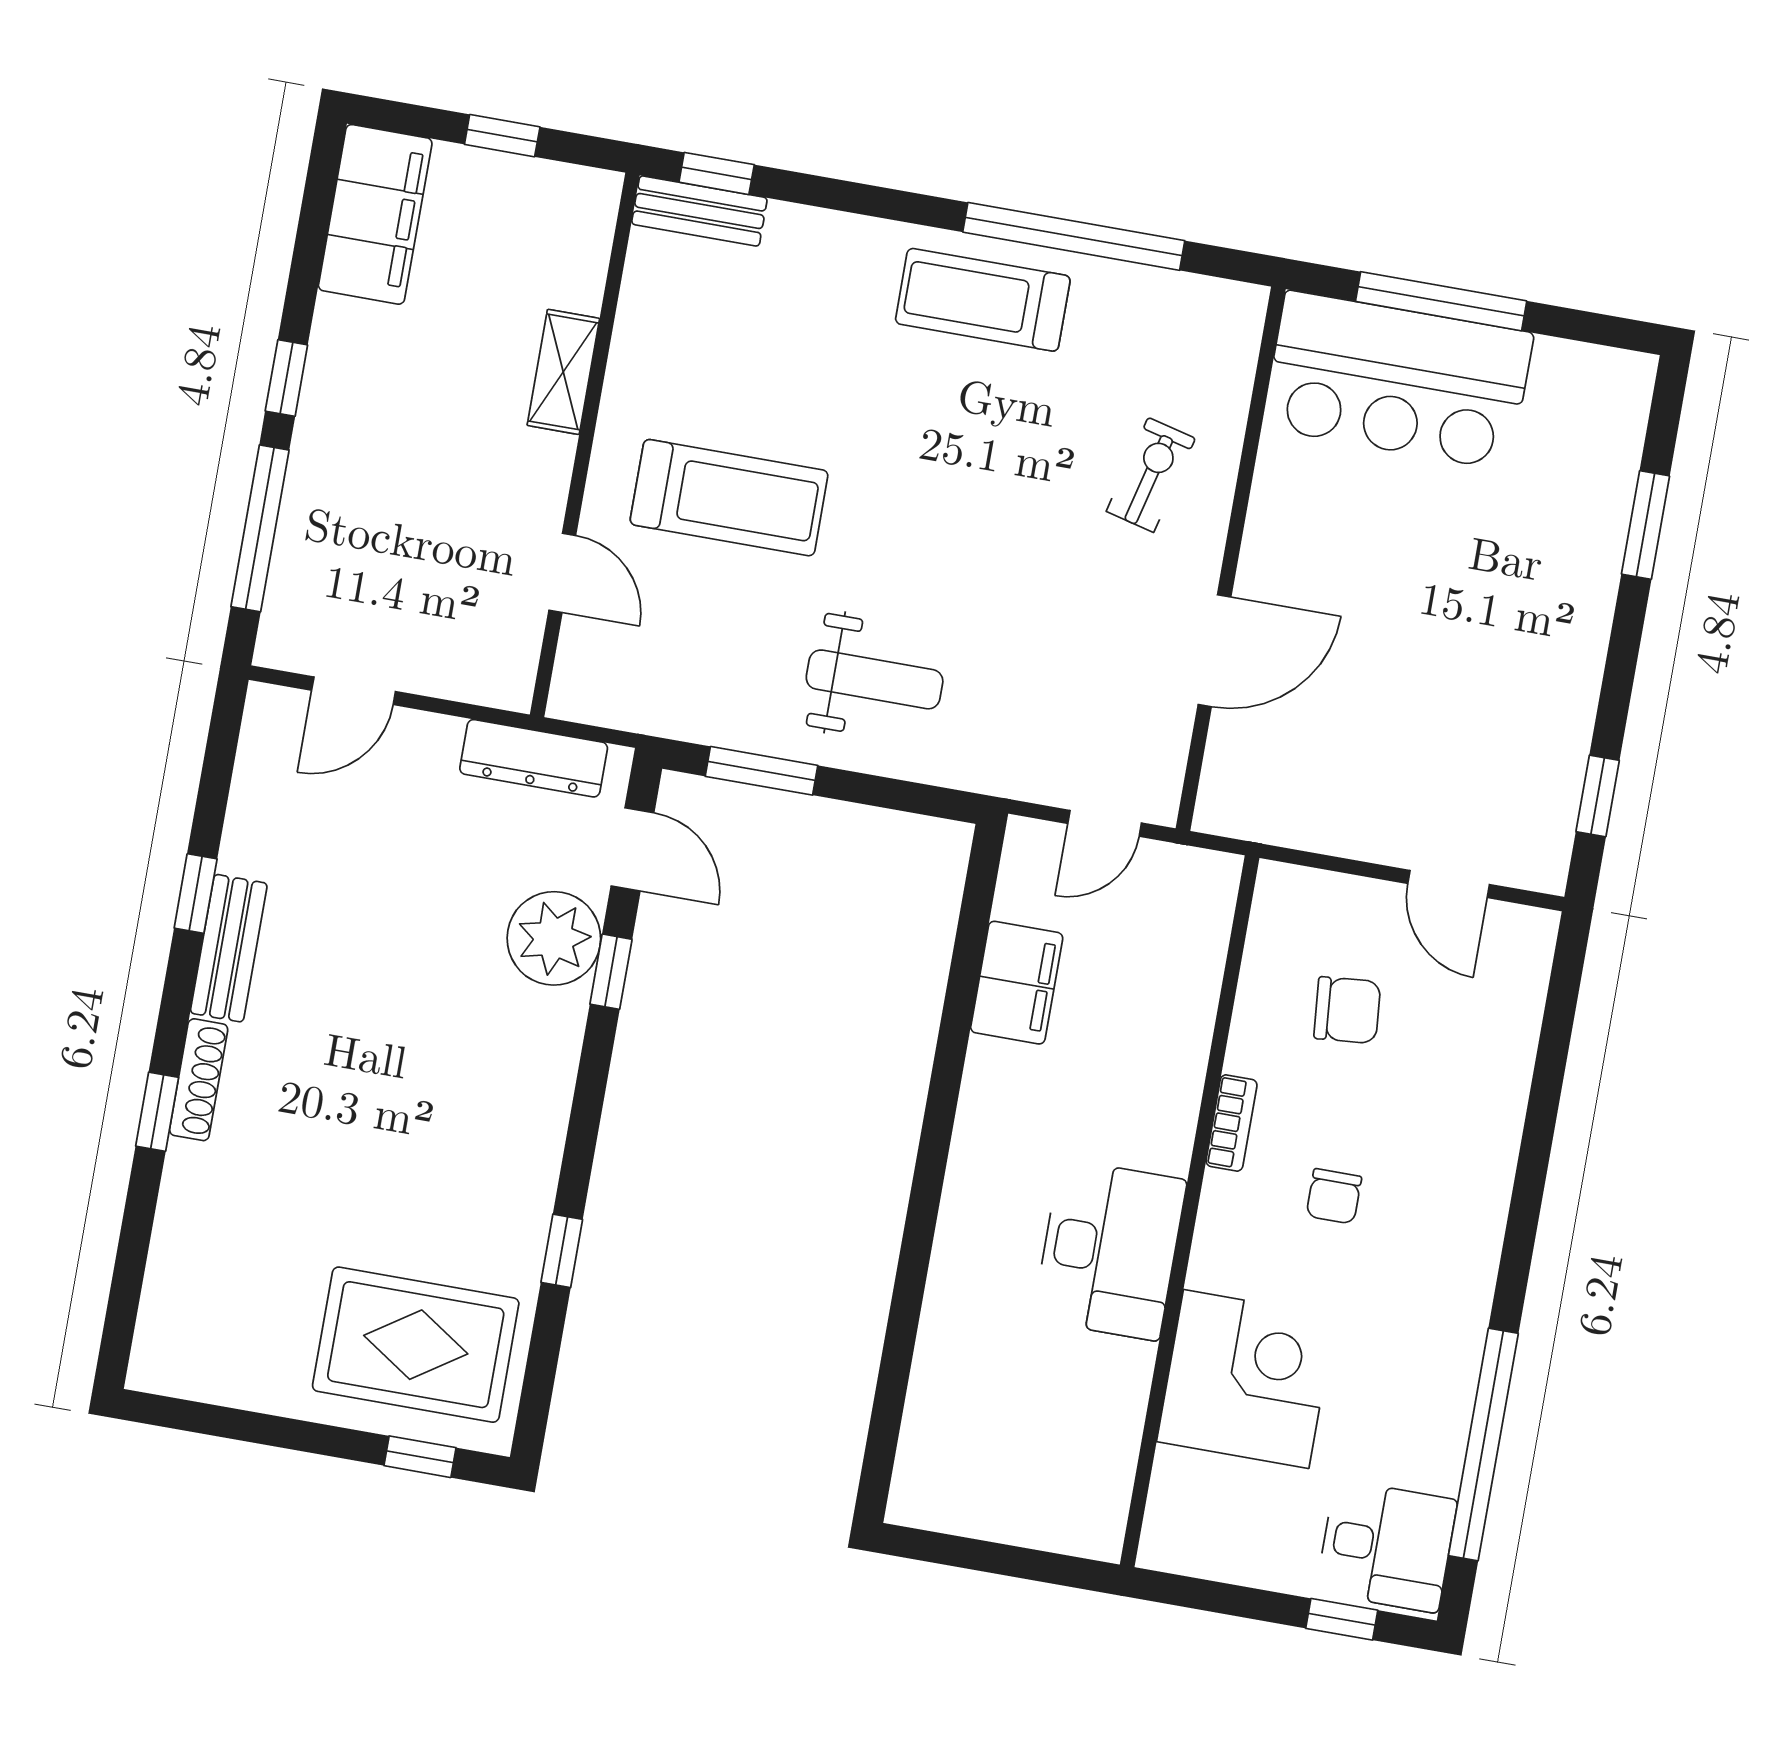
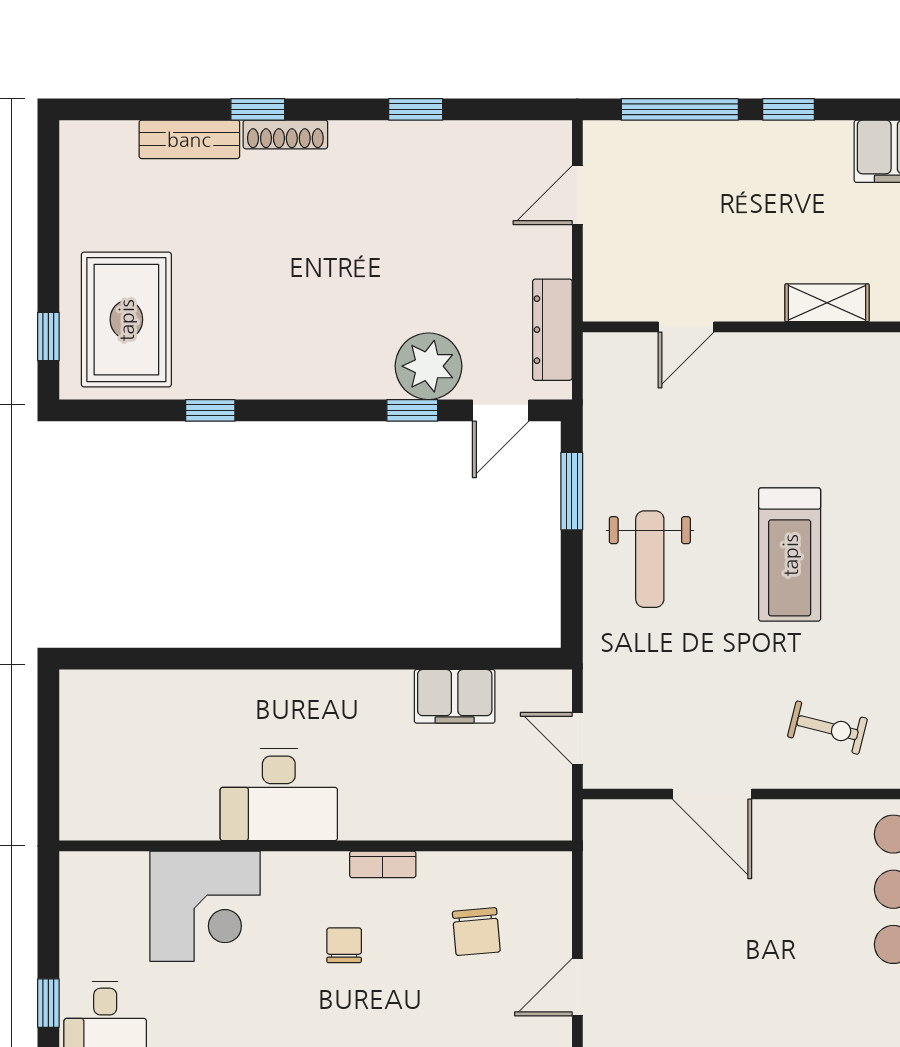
treadmill: (729, 498) -> (790, 555), moved
door: (354, 691) -> (577, 195), hinge flipped
bench: (229, 948) -> (189, 139), moved
chair: (1334, 1196) -> (344, 945), turned 90

